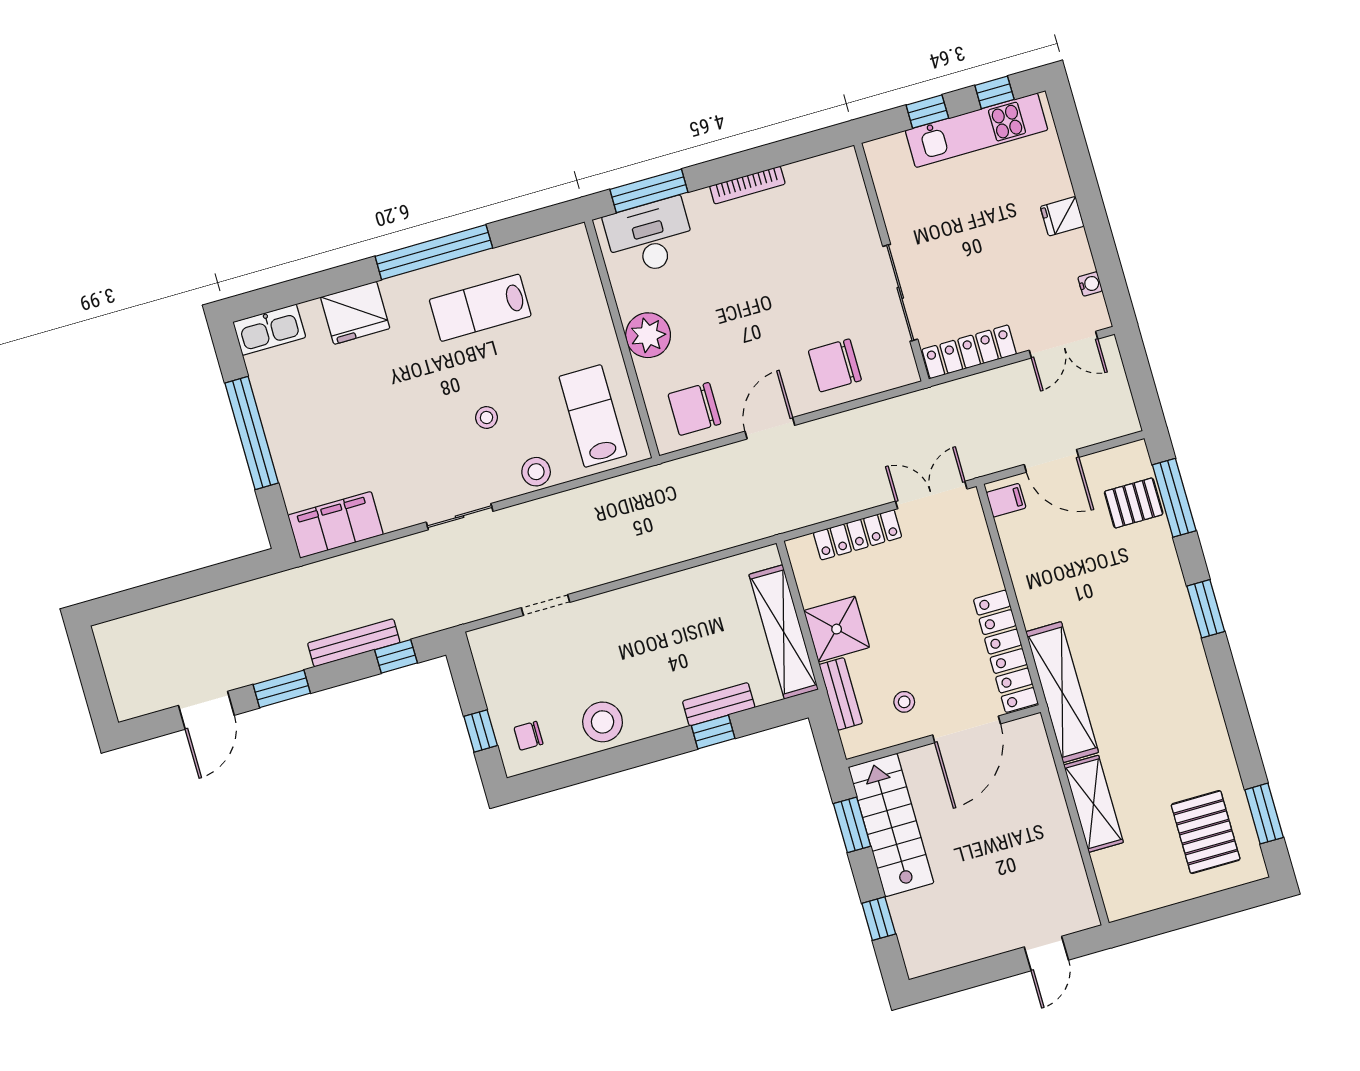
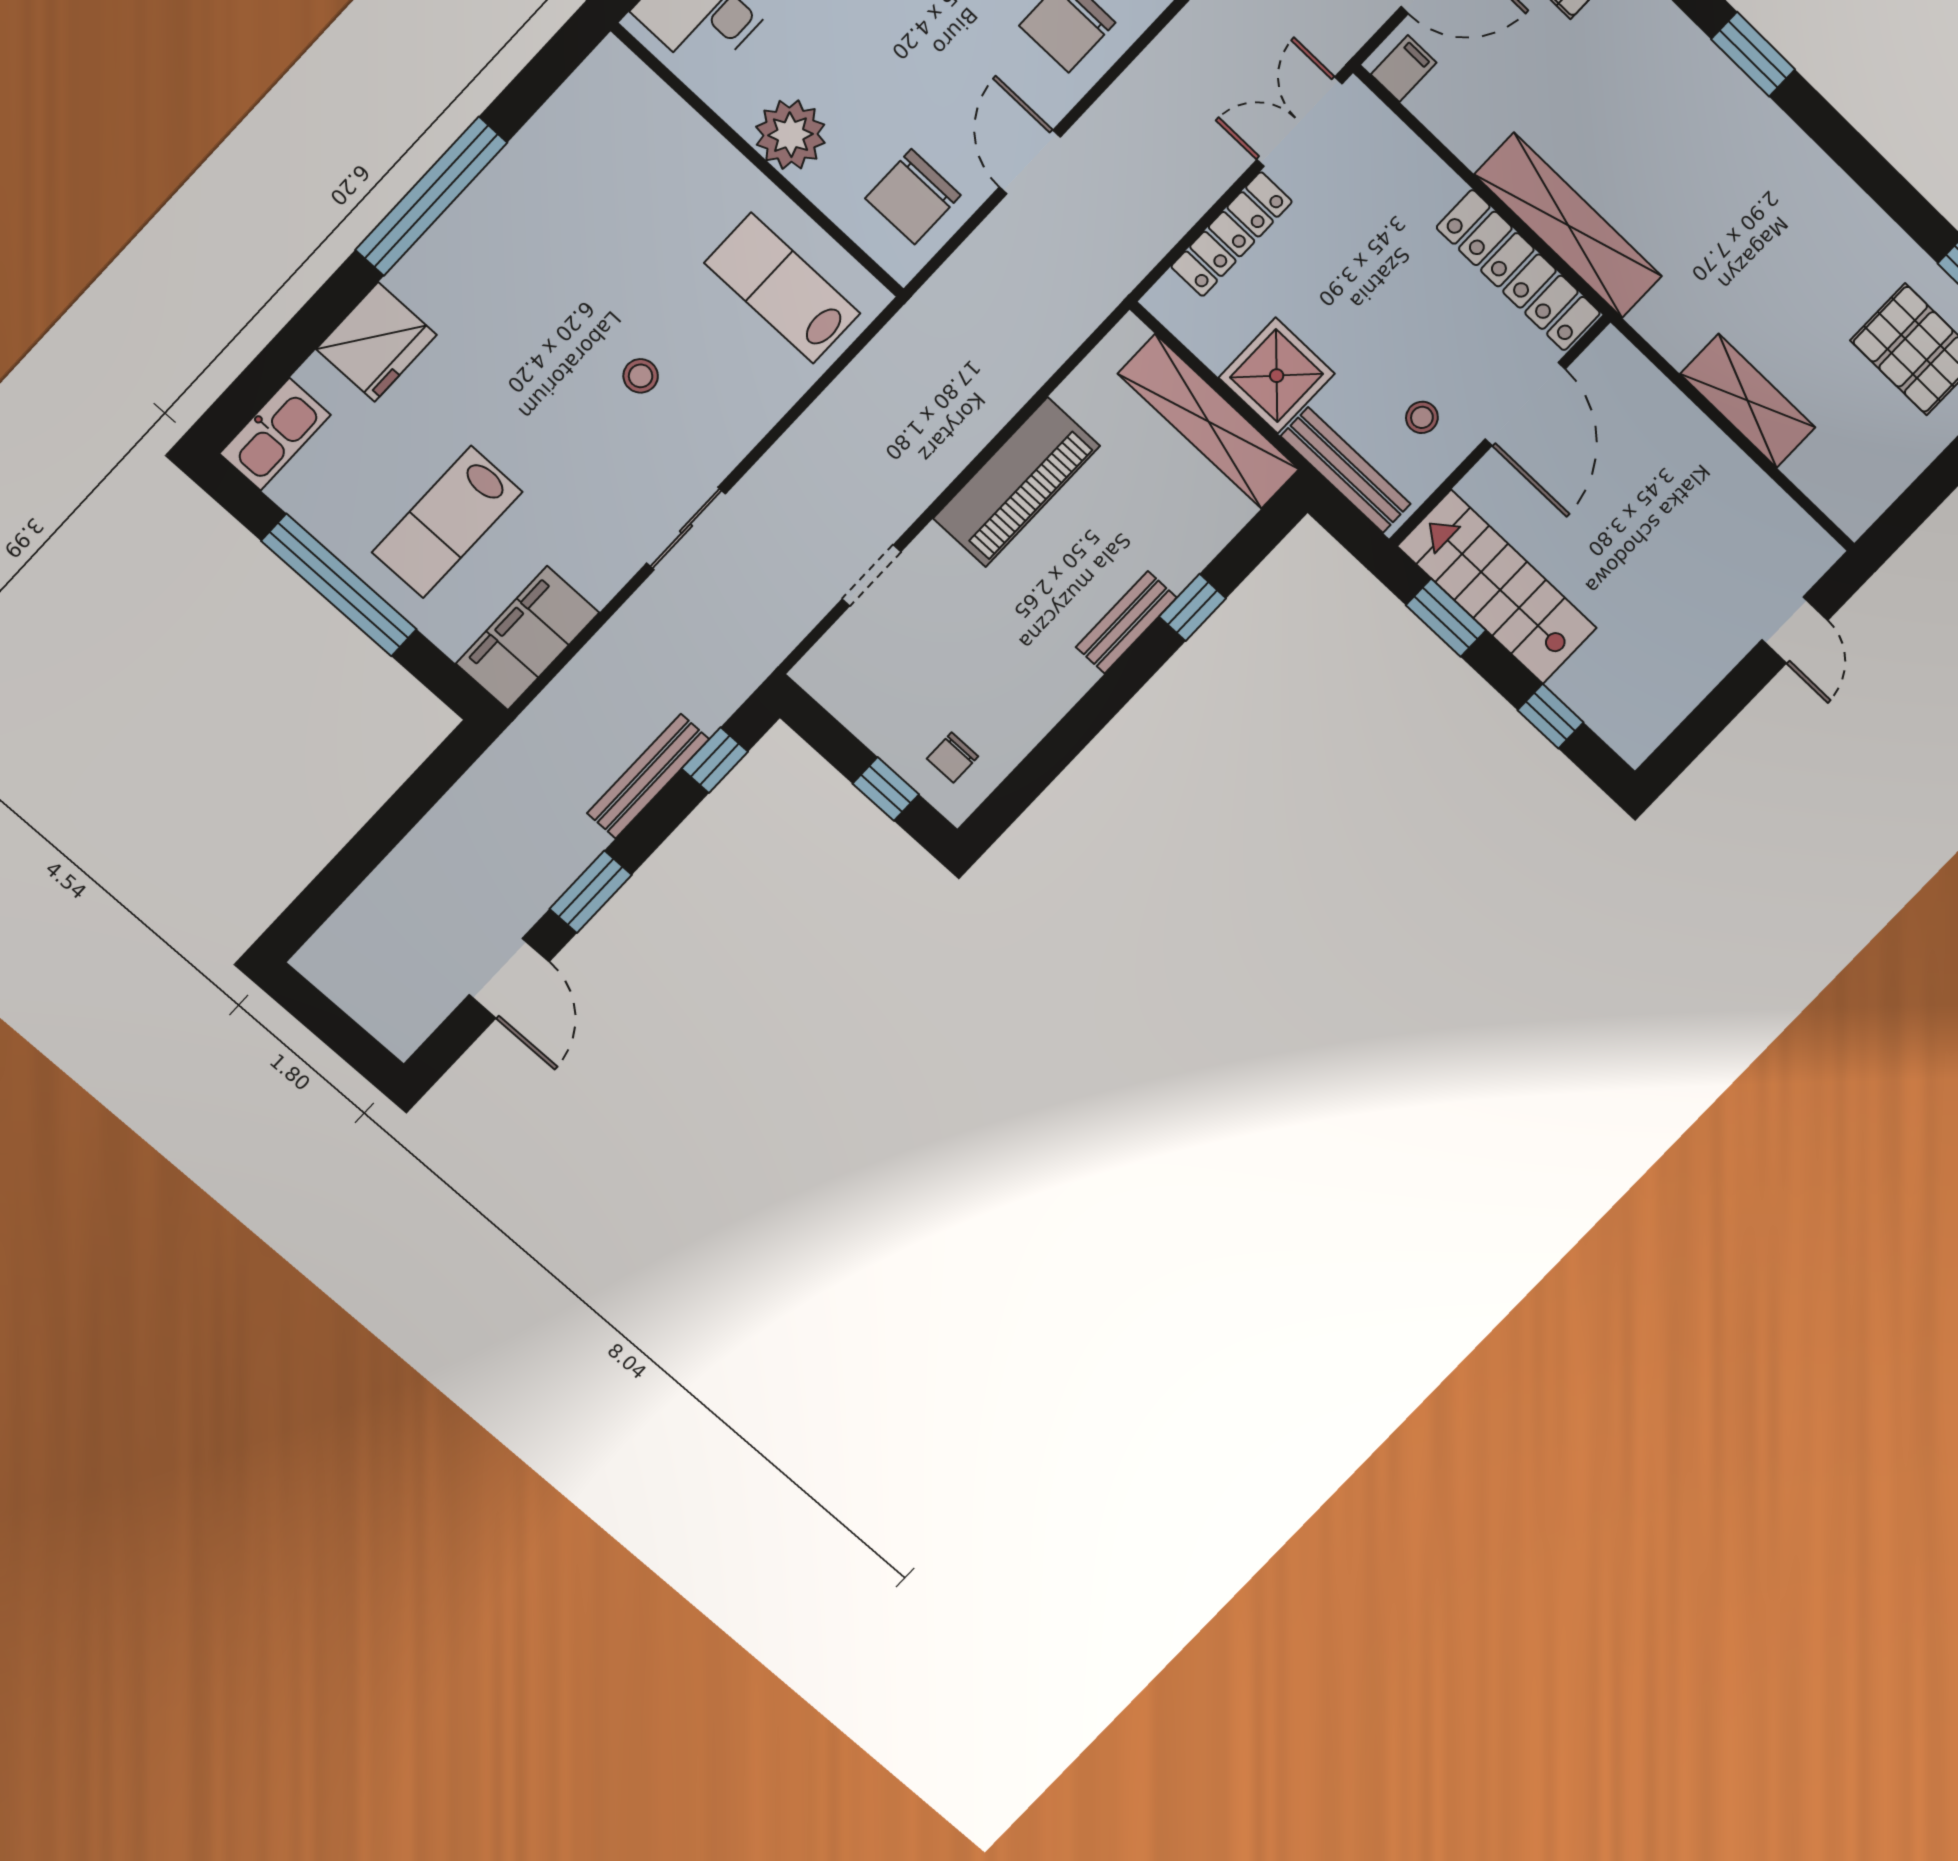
lab bench: (480, 308) -> (447, 522), moved
stool: (536, 472) -> (751, 408), removed
piano: (657, 601) -> (1016, 482), added
shelving: (1062, 692) -> (1568, 225), moved
bench: (841, 694) -> (1346, 470), width x1.36
bench: (719, 704) -> (1126, 622), moved
stool: (603, 722) -> (1039, 682), removed

